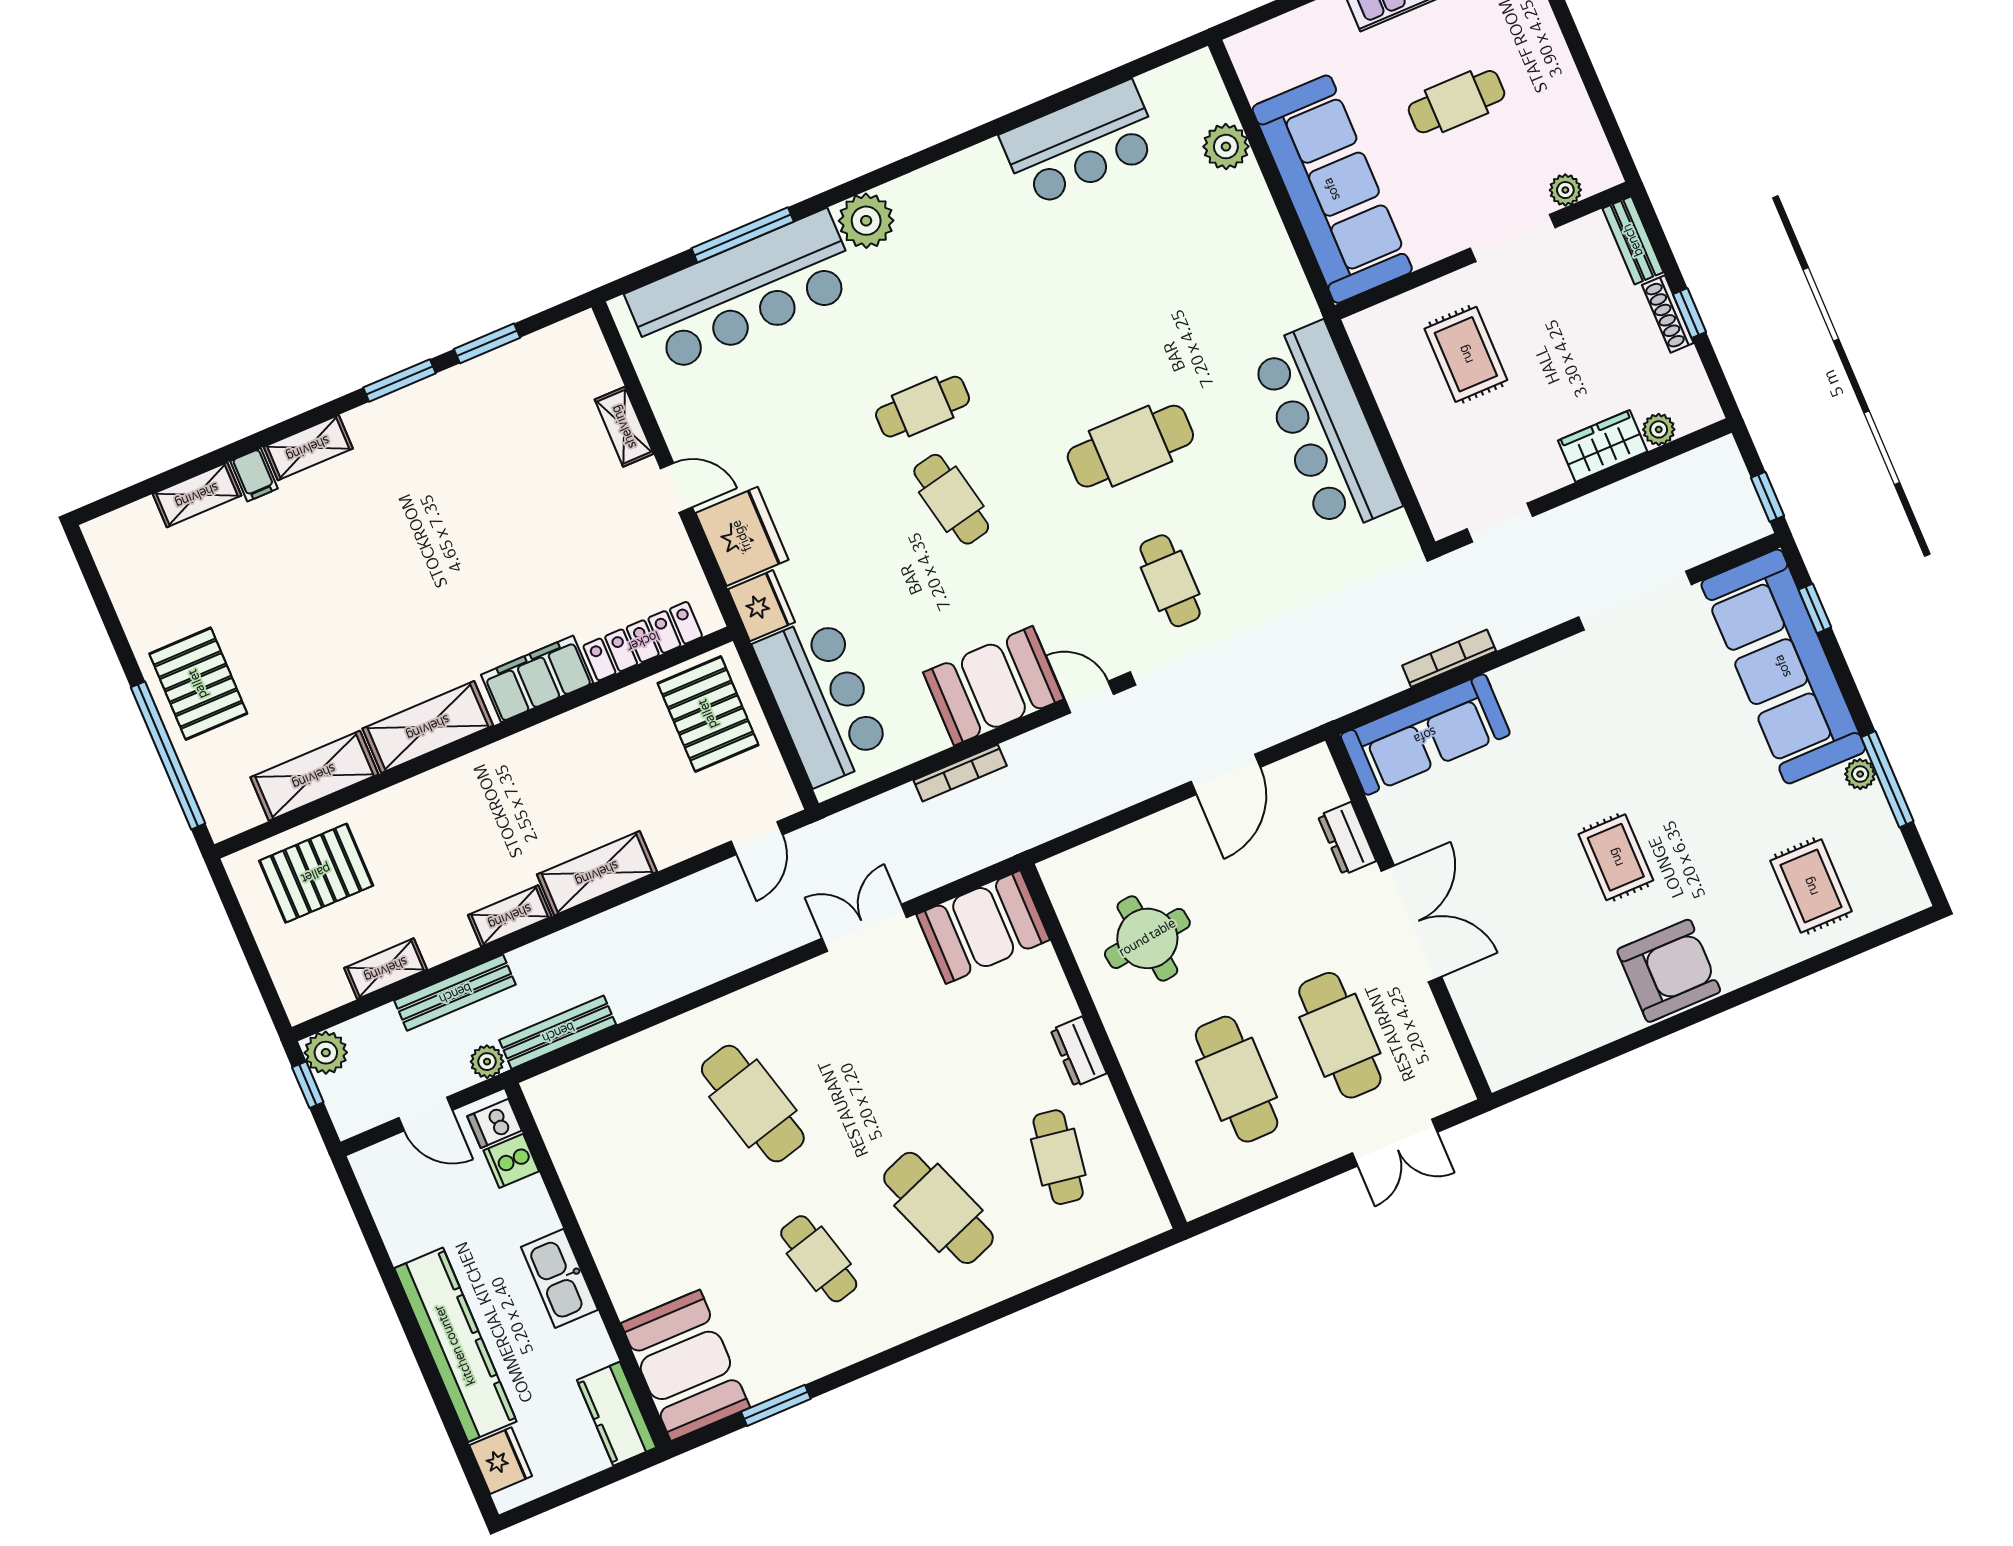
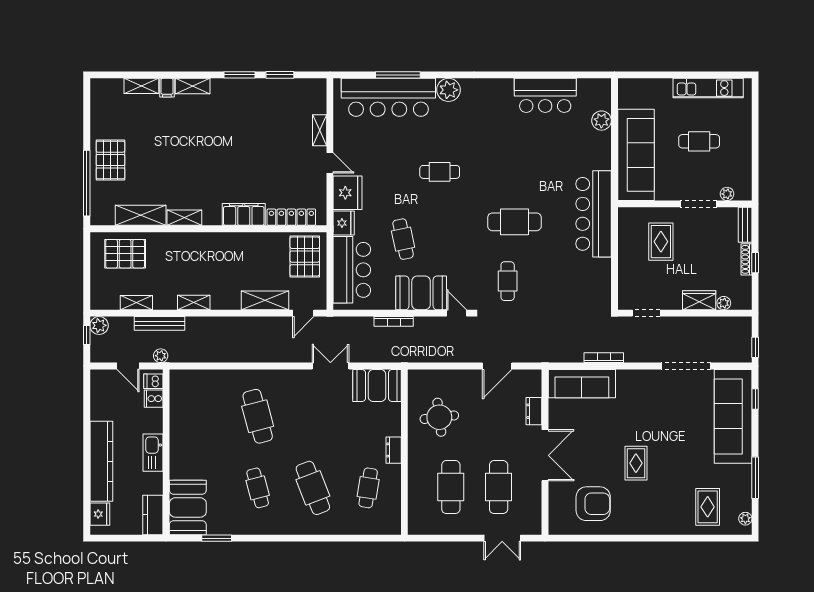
bar counter: (1325, 429) -> (594, 214), moved
cafe table: (951, 499) -> (403, 239), moved
shelving: (428, 727) -> (184, 218), width x0.67, depth x0.75
plant: (1860, 774) -> (745, 519), moved
shelving: (597, 873) -> (265, 300), moved
armchair: (1669, 971) -> (593, 504), moved
bench: (558, 1032) -> (193, 356), removed

